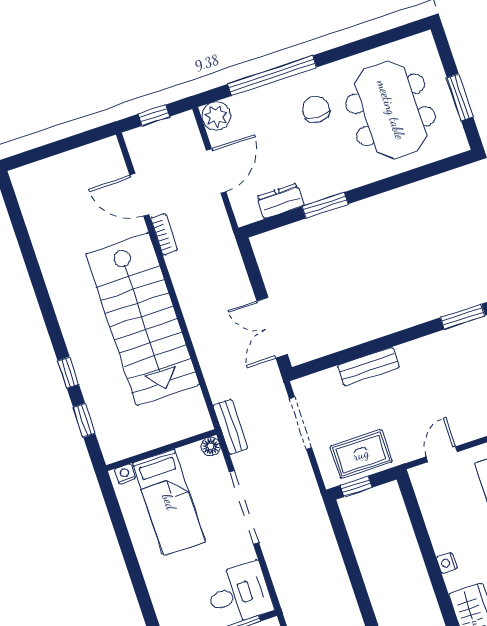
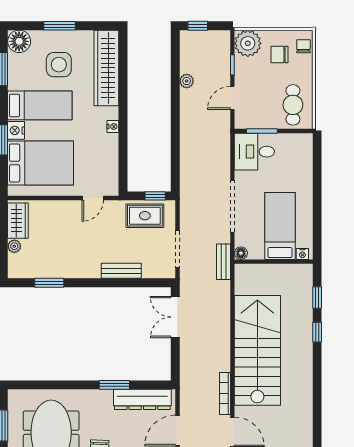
dresser: (280, 201) -> (142, 399), width x1.96, depth x1.24
bookcase: (164, 234) -> (225, 393), width x1.56
double door: (272, 328) -> (175, 317), swing flipped

